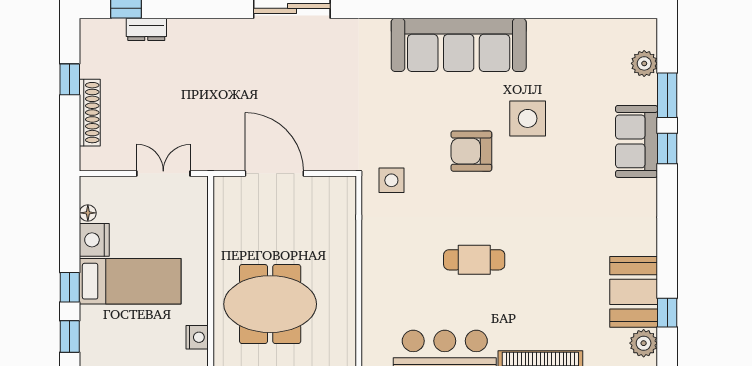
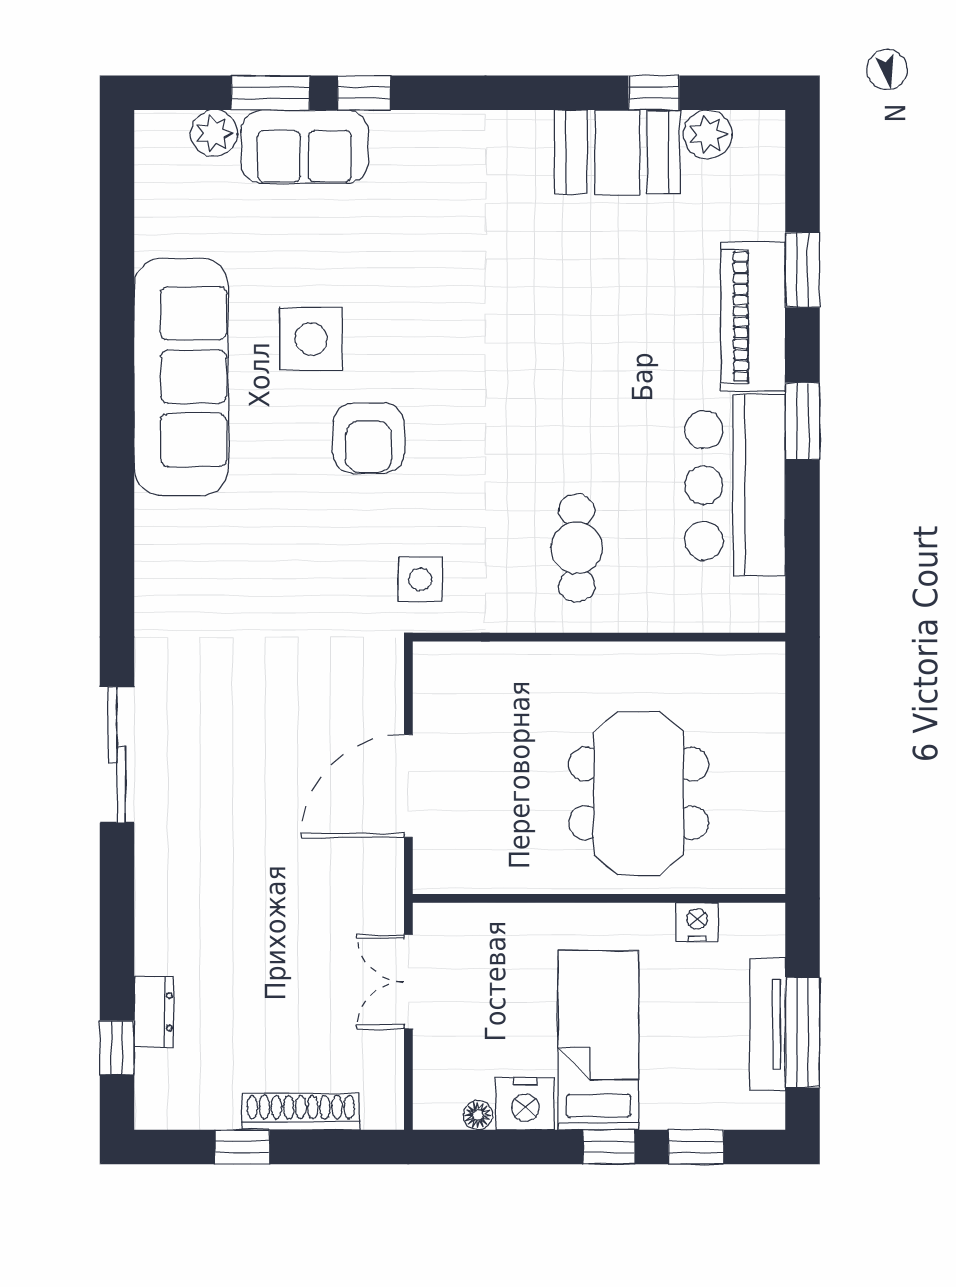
sofa: (459, 45) -> (181, 377), moved
sofa: (637, 141) -> (304, 147), moved
cafe table: (474, 260) -> (577, 548), moved

